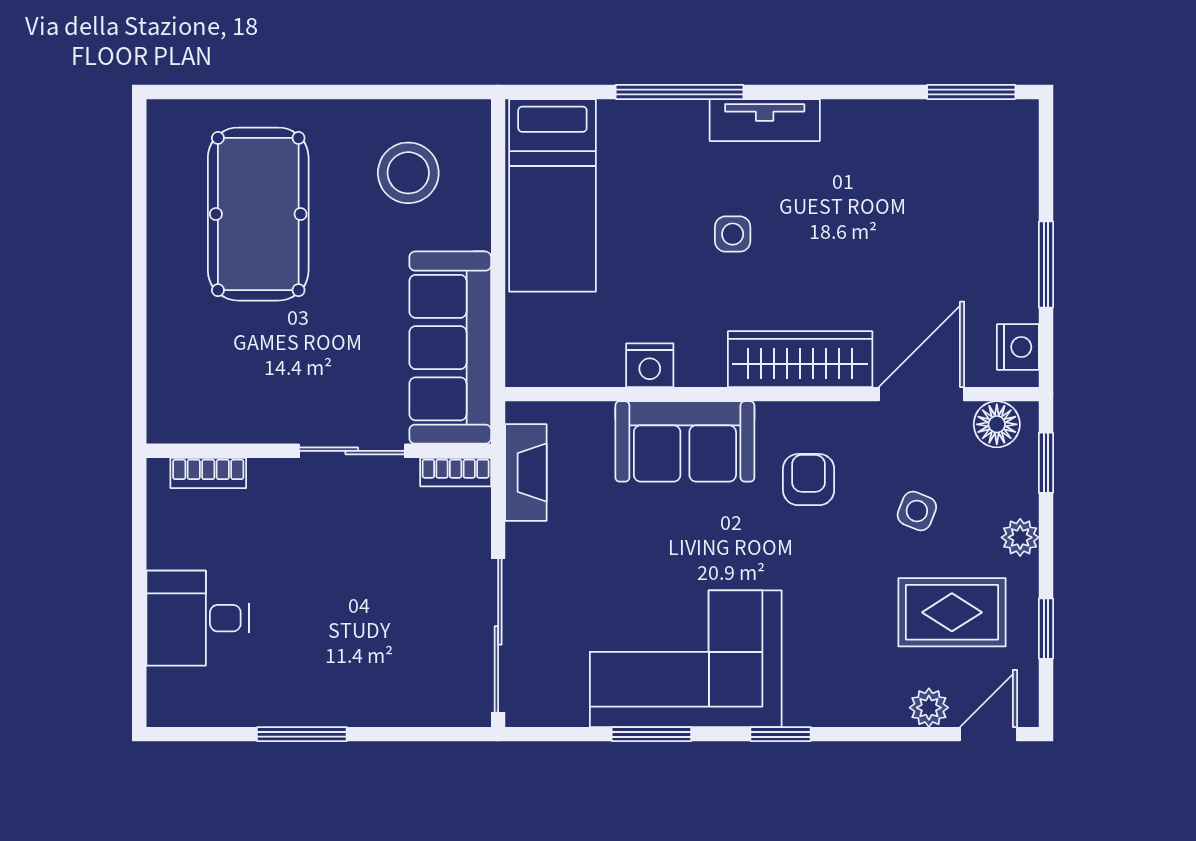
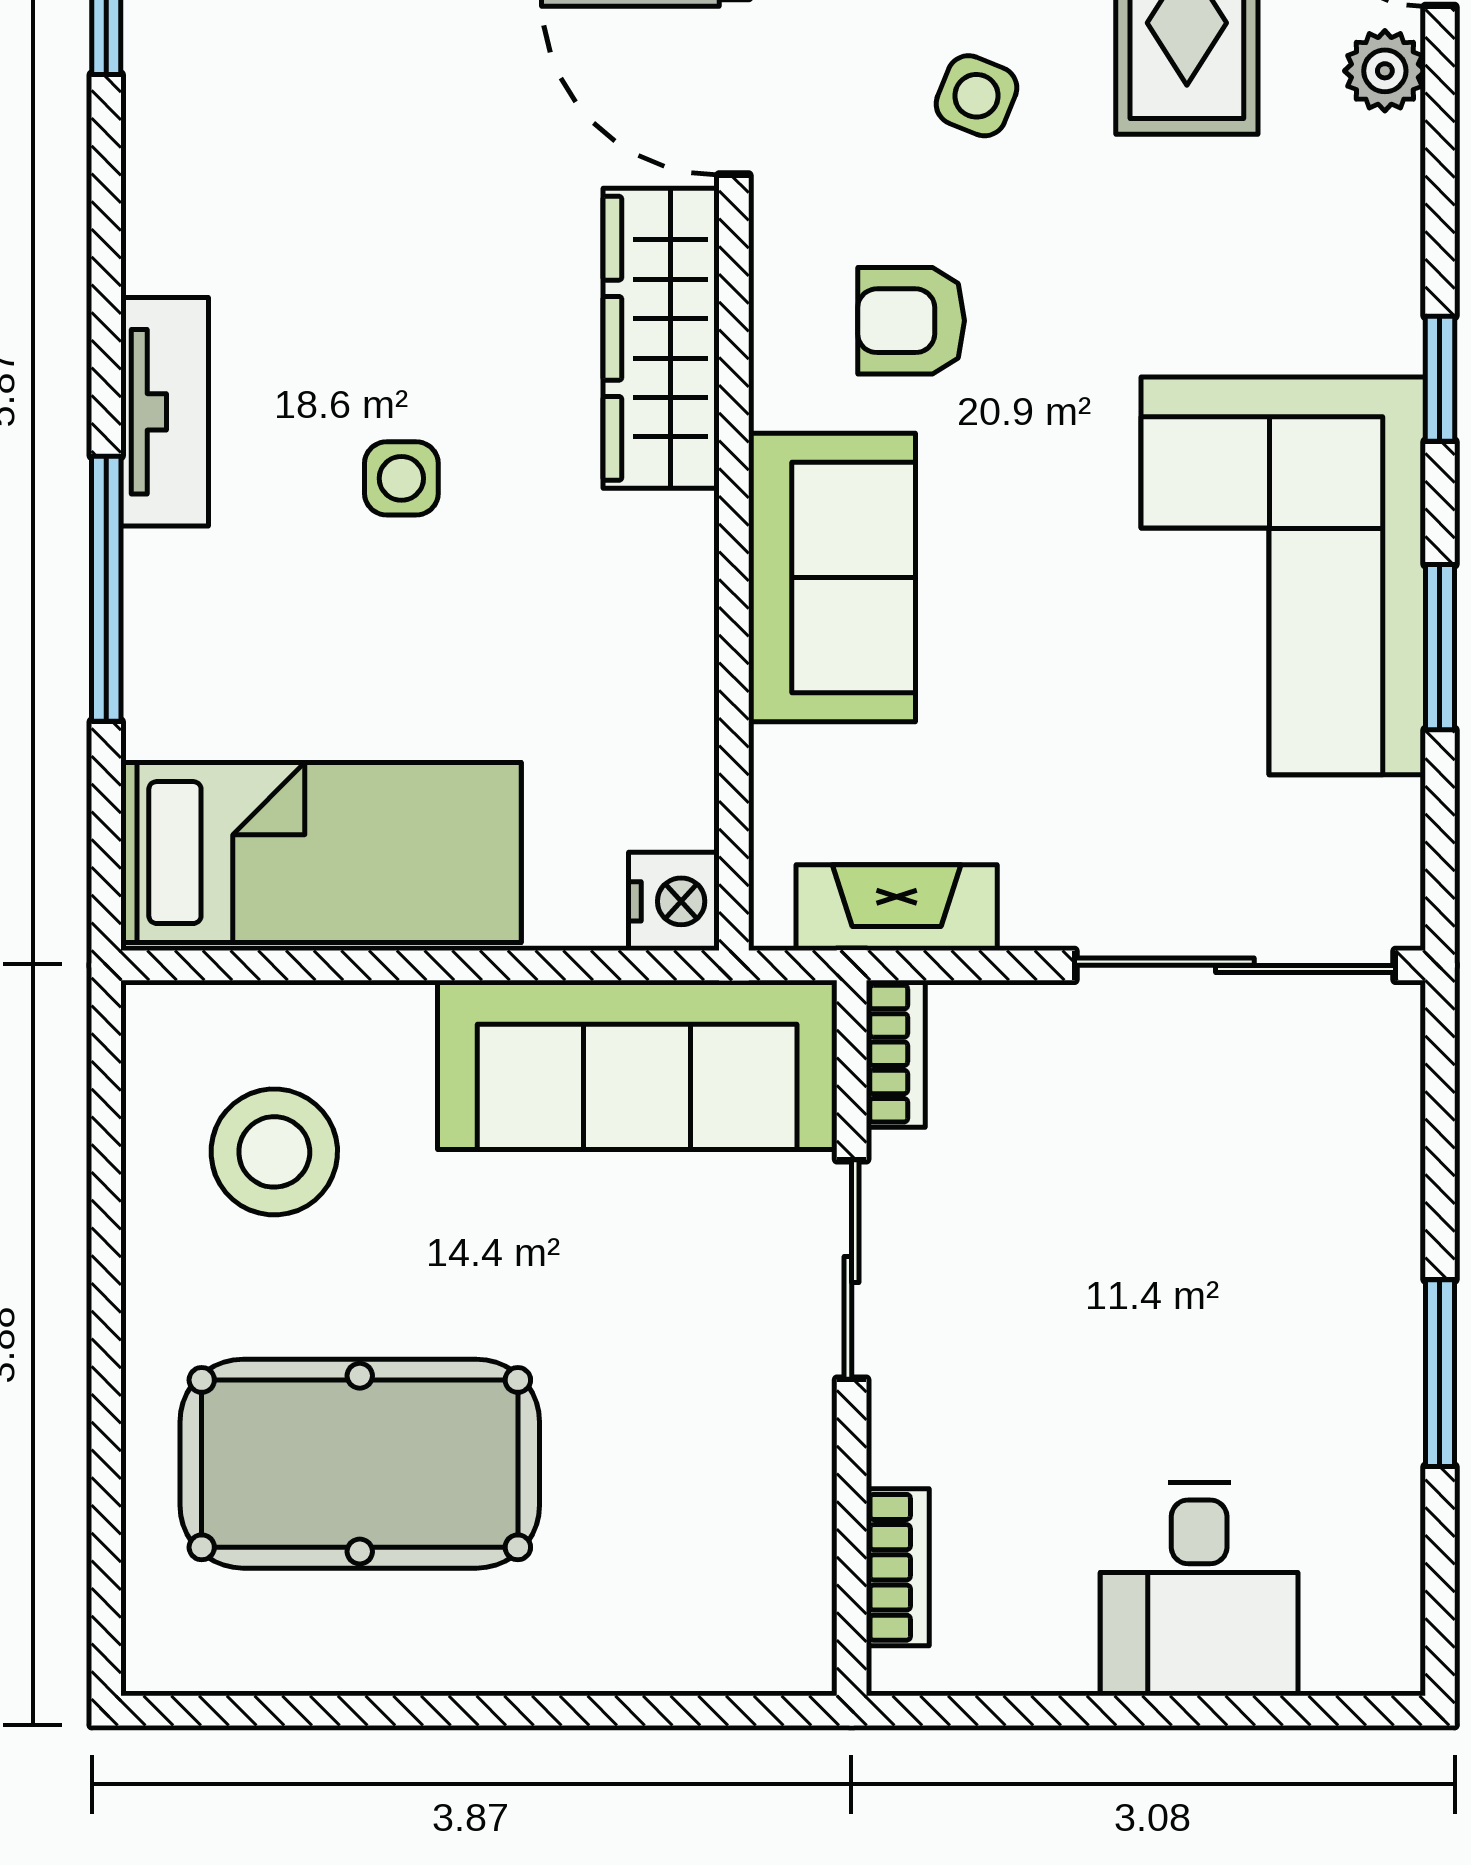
nightstand: (650, 365) -> (674, 901), moved

